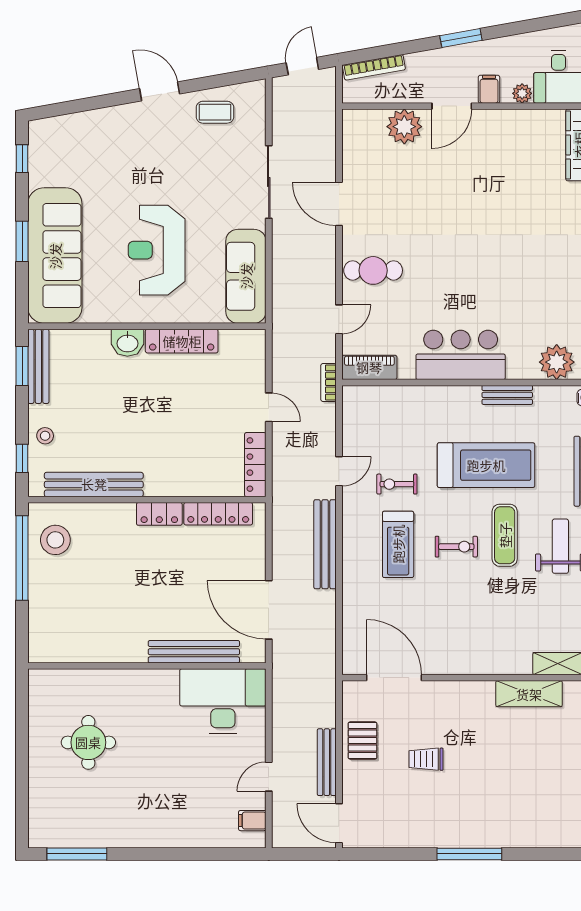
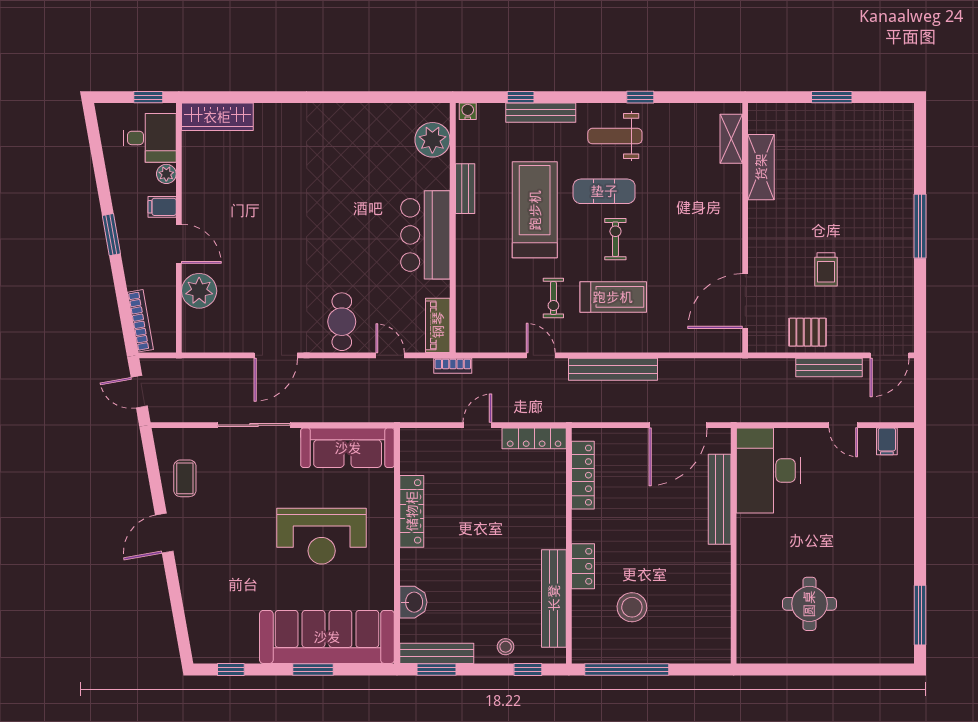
washbasin: (127, 343) -> (413, 602), moved
locker: (159, 514) -> (583, 566), moved
stool: (55, 540) -> (632, 607), moved

